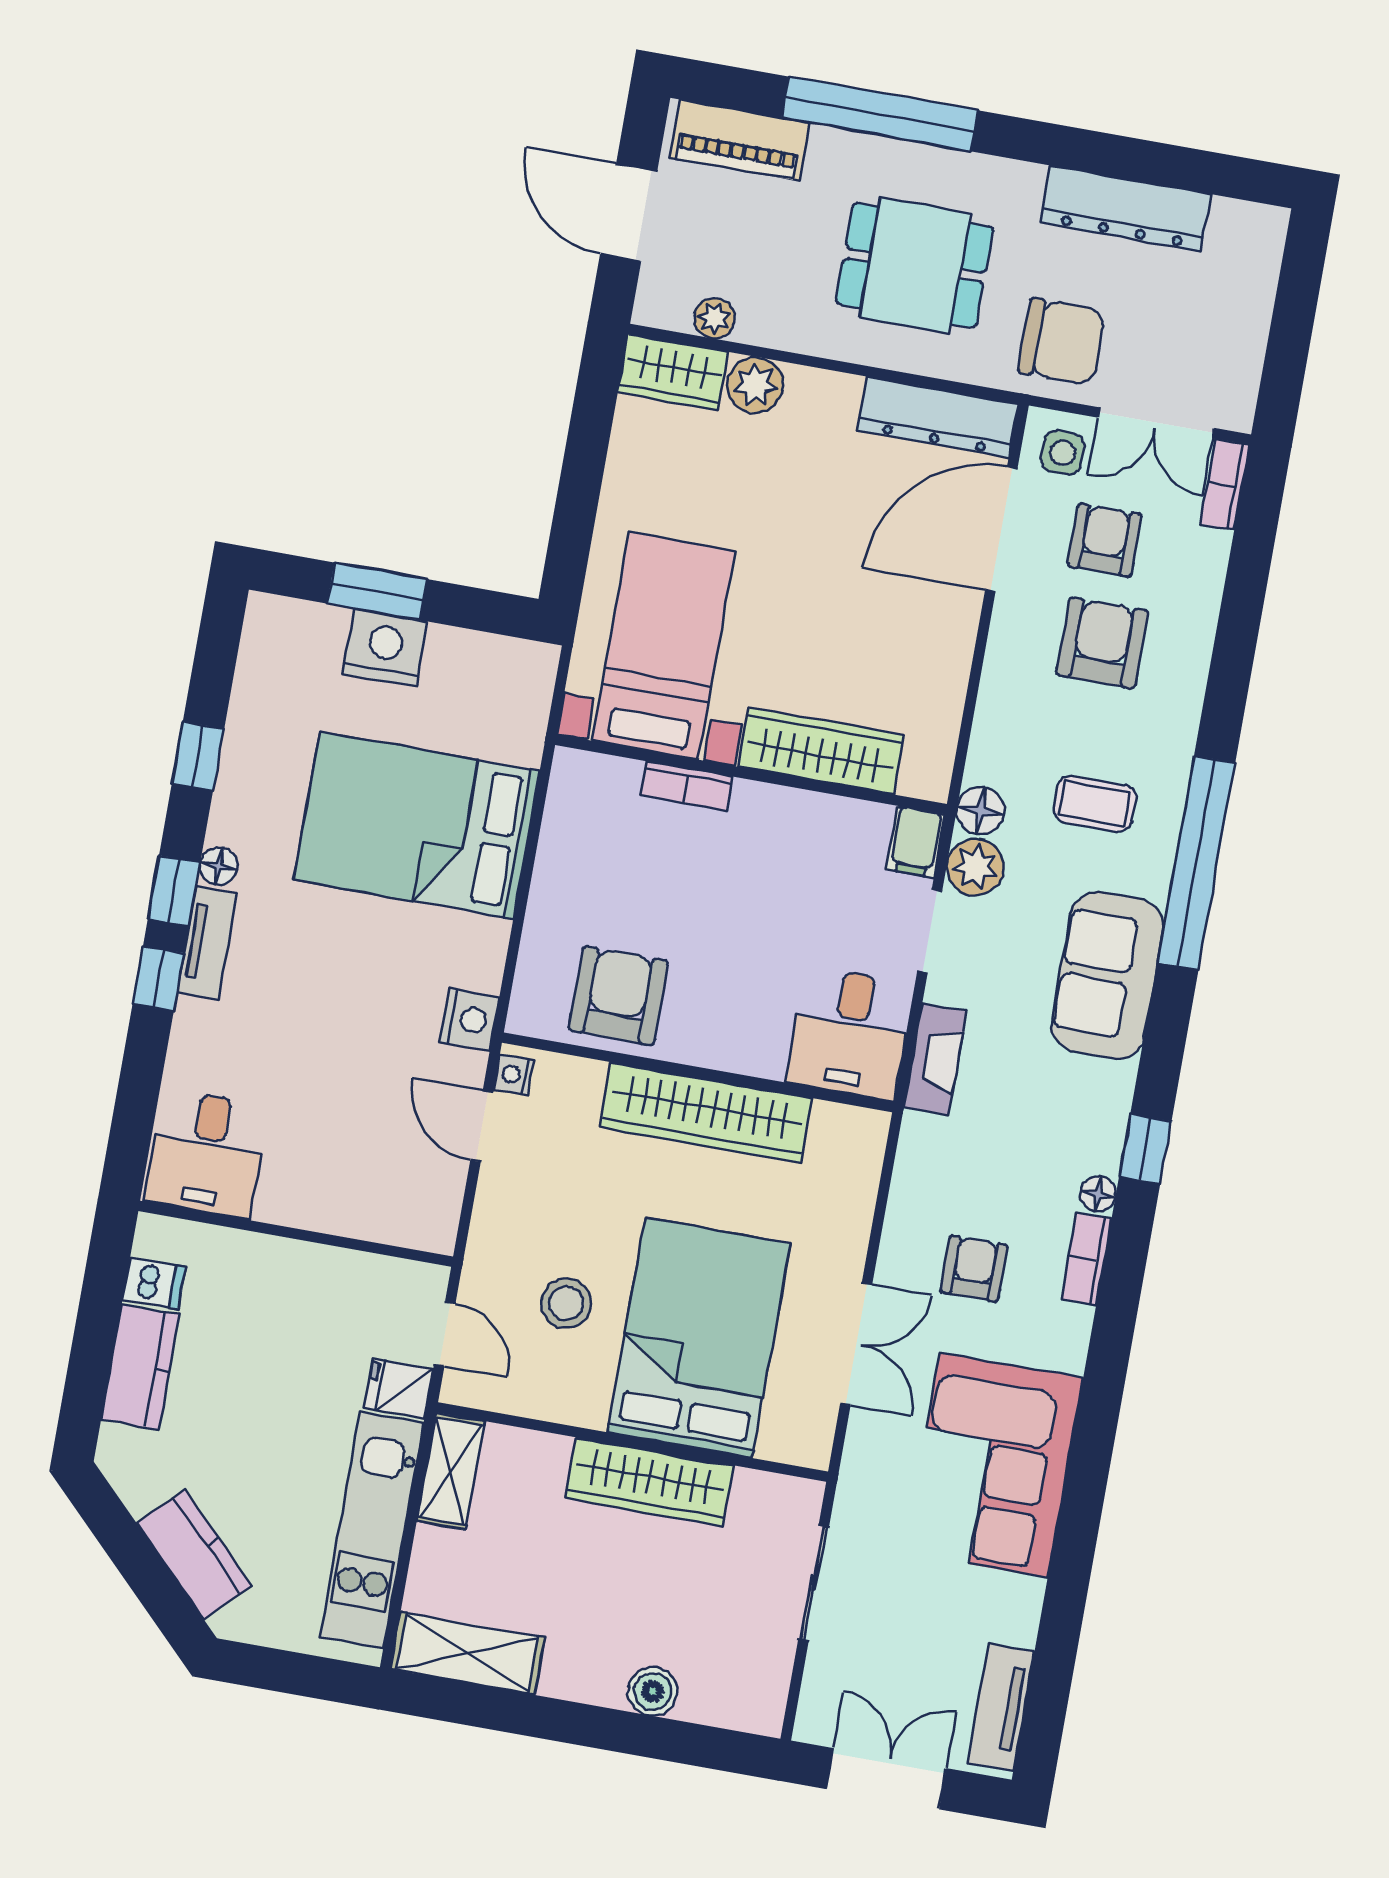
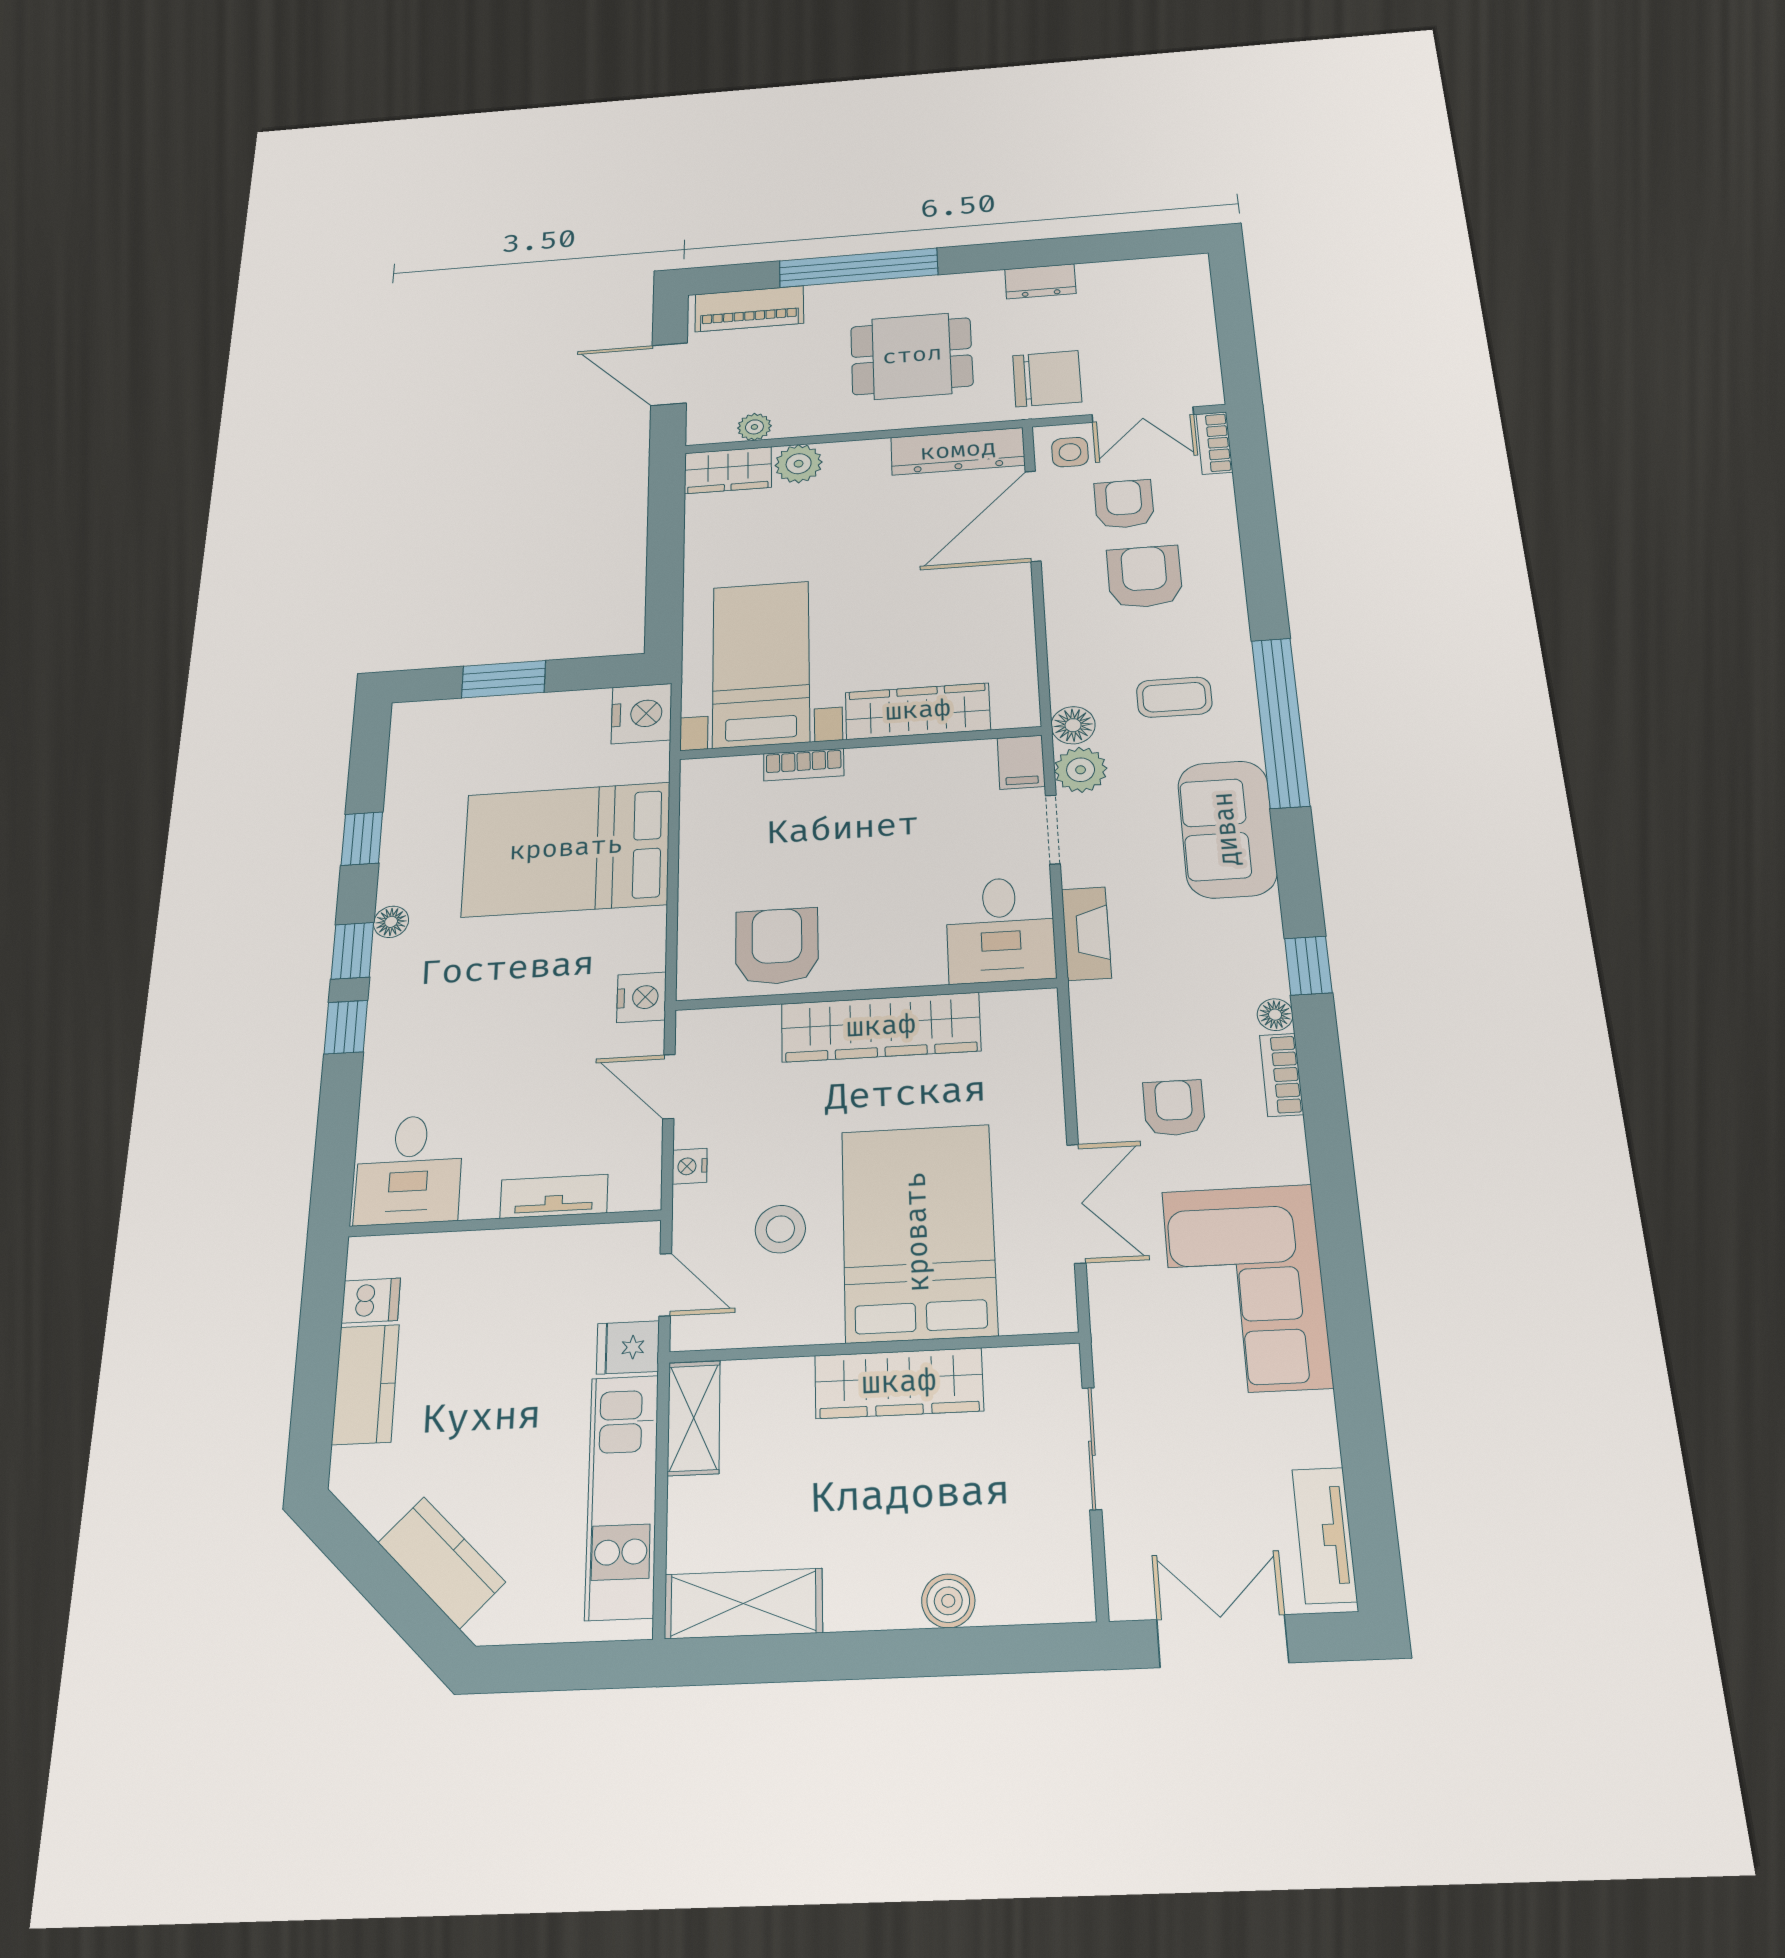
dresser: (1126, 208) -> (1040, 281), width x0.51, depth x0.80
nightstand: (385, 648) -> (642, 714), moved, turned 90
tv unit: (207, 943) -> (554, 1196), moved, turned -90
nightstand: (514, 1075) -> (690, 1166), moved

